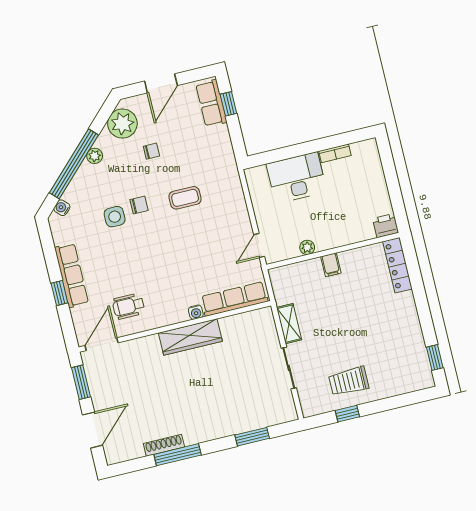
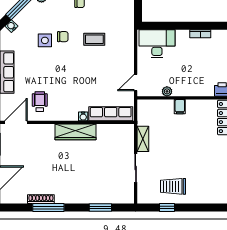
desk: (296, 178) -> (157, 44), moved
wheelchair: (129, 306) -> (40, 102), turned 90

